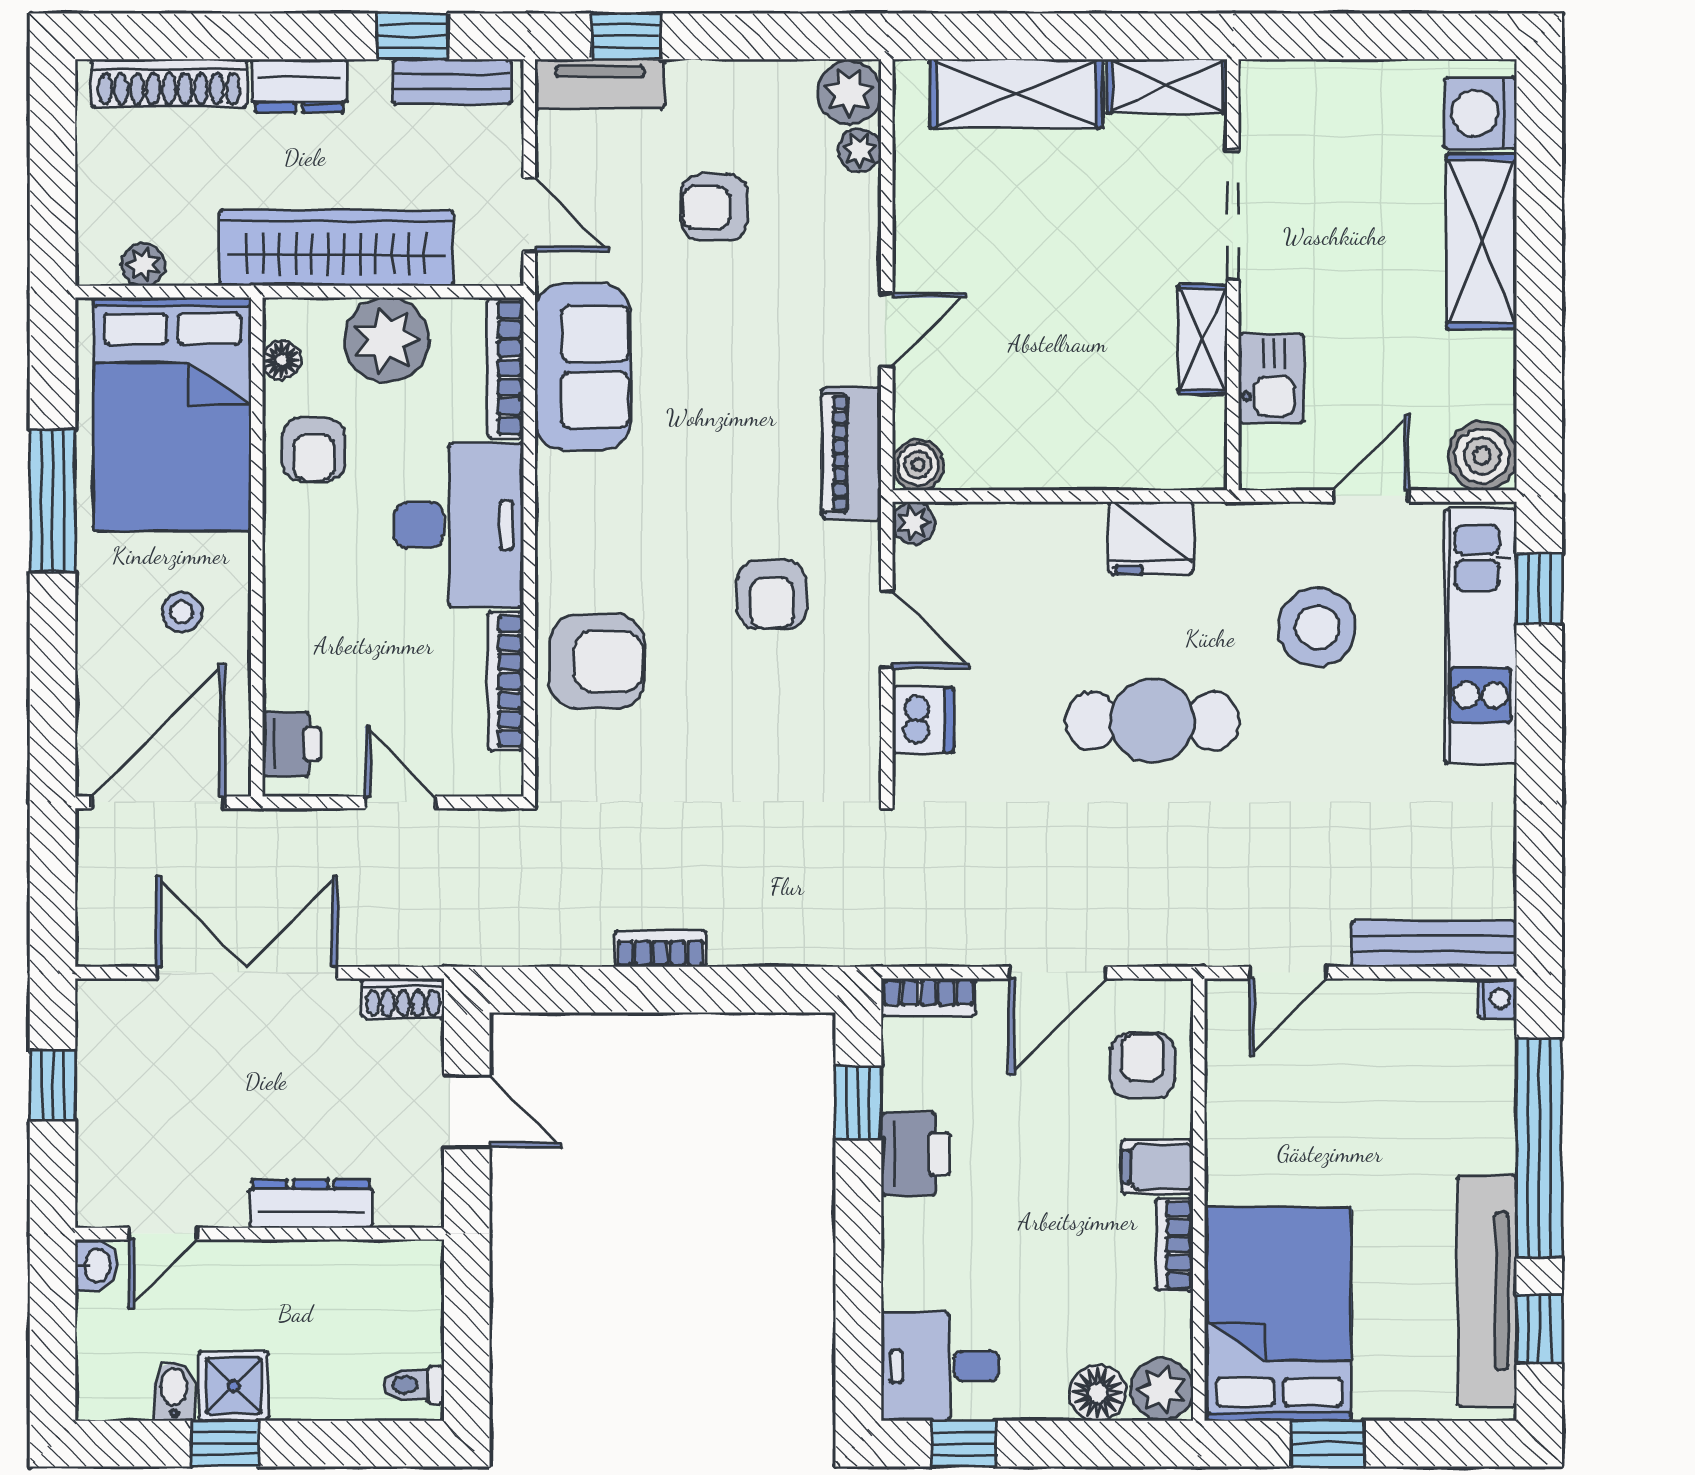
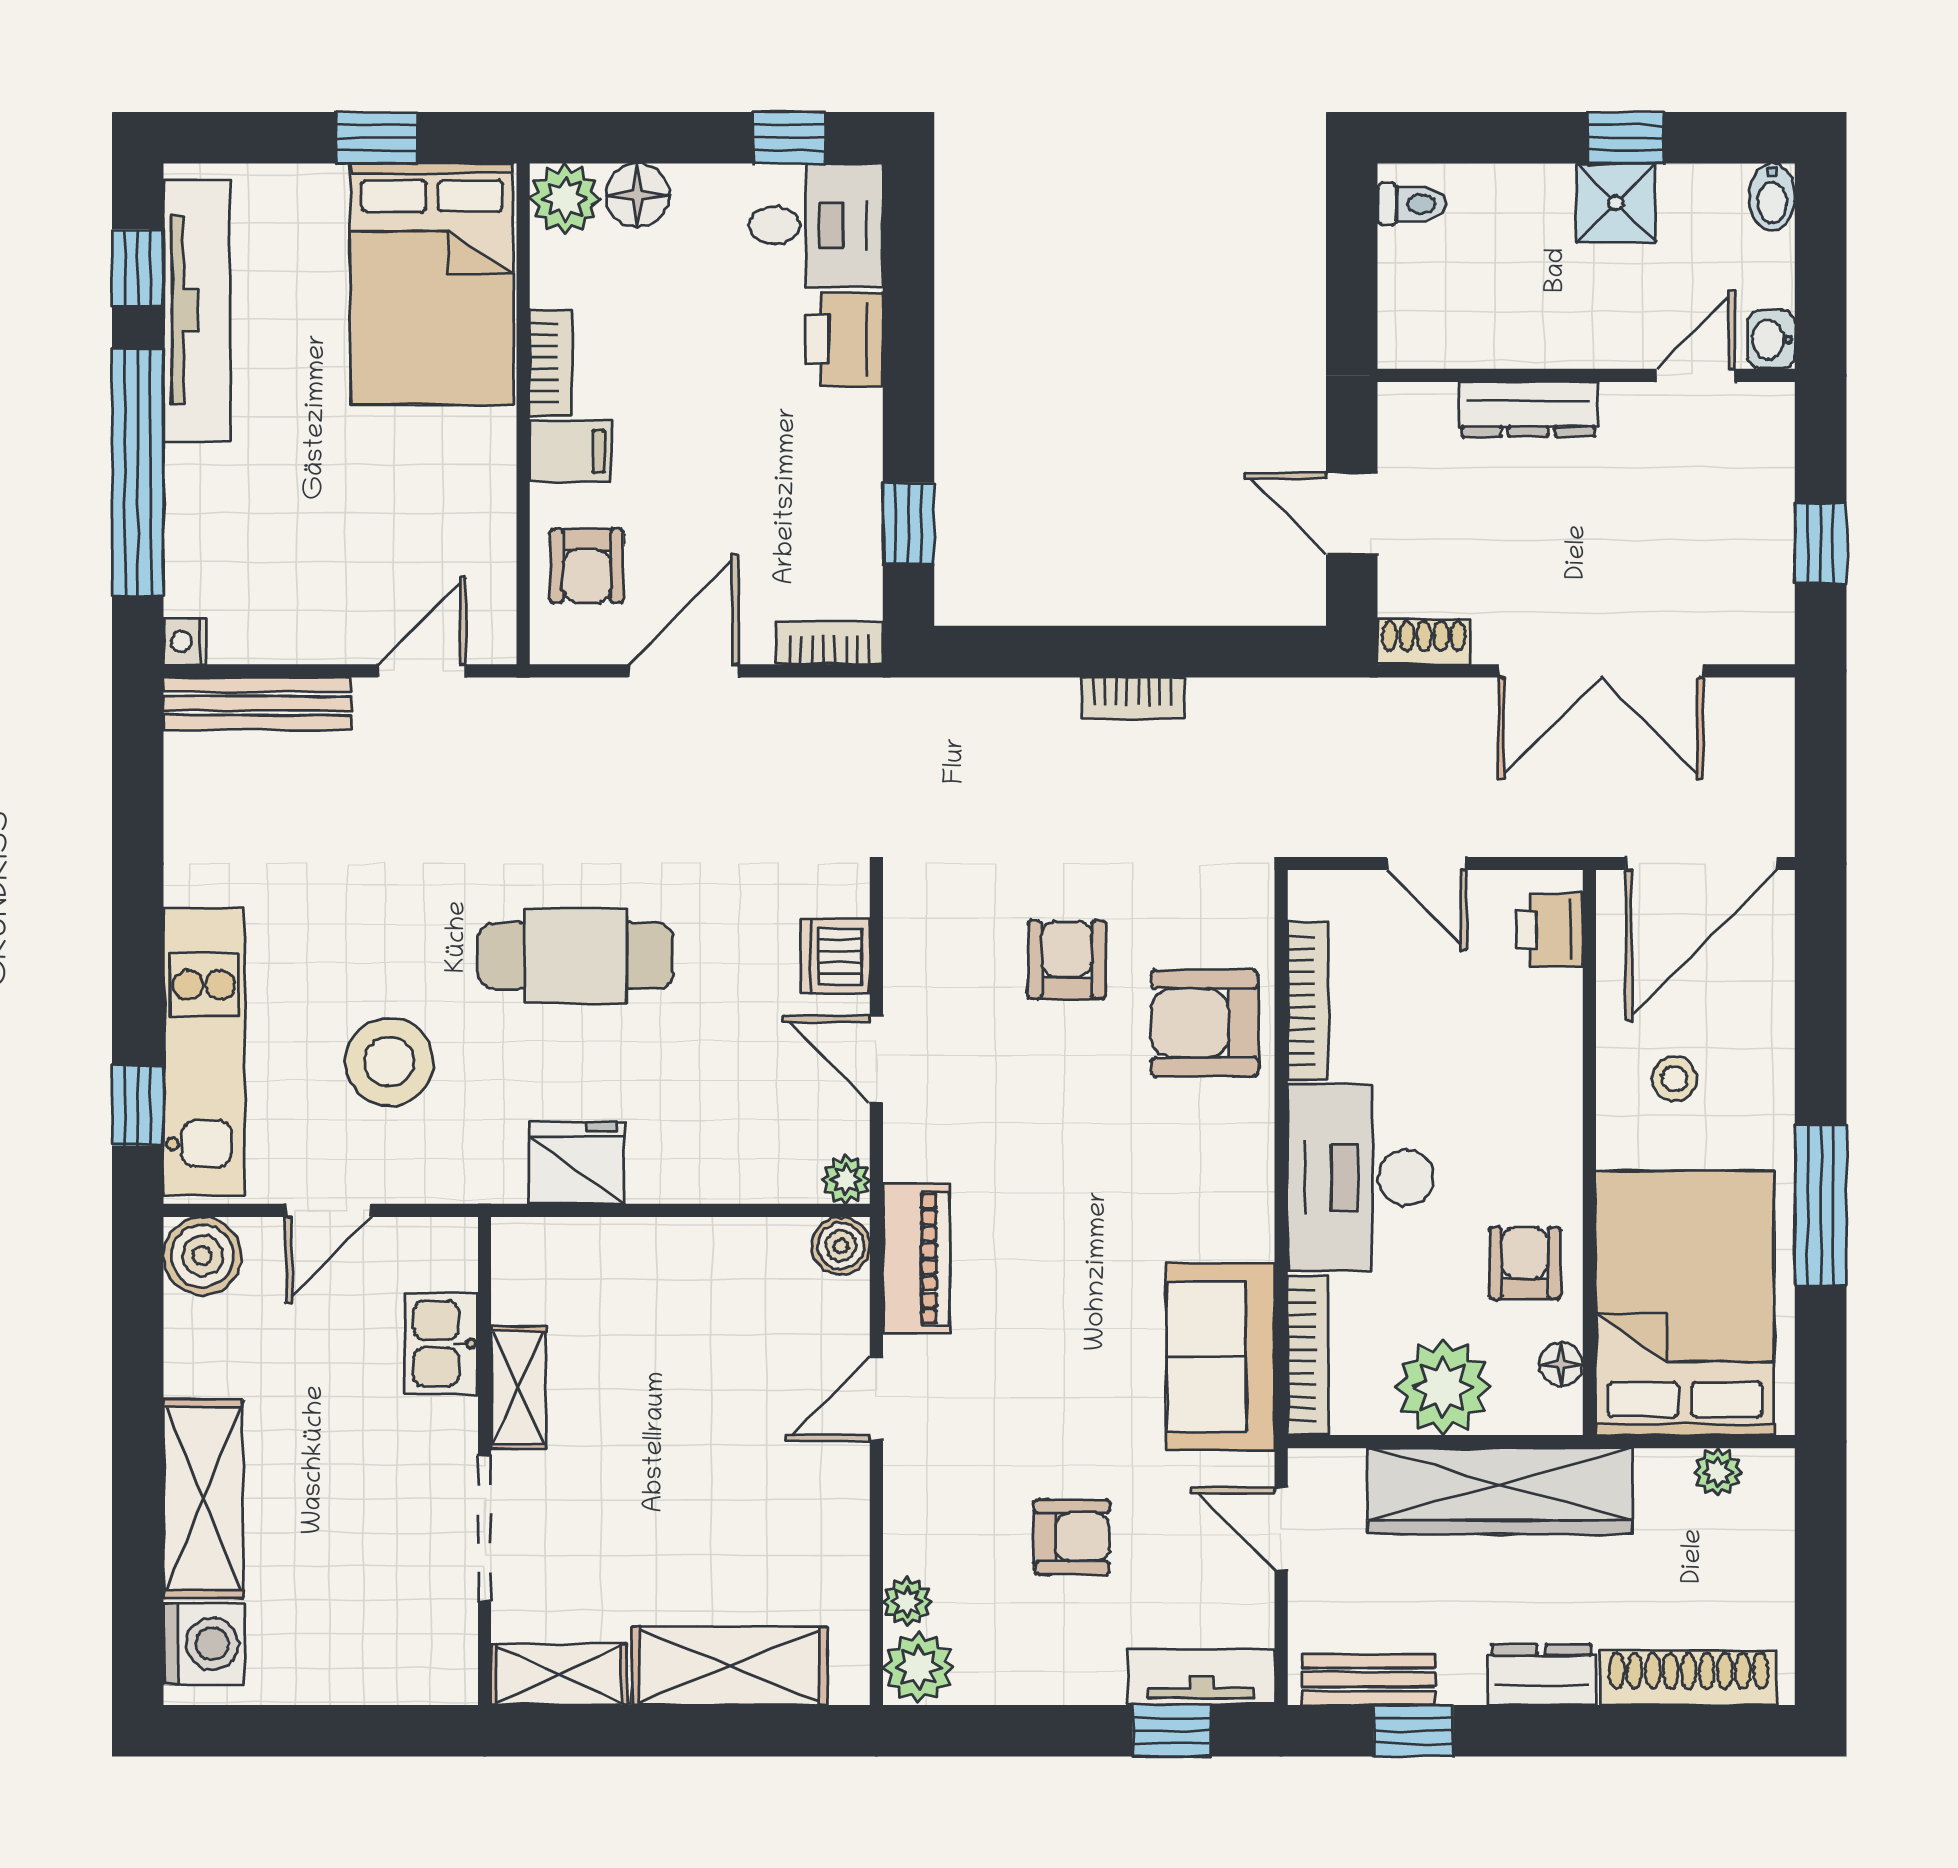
armchair: (772, 595) -> (1067, 960), moved
printer: (915, 1154) -> (844, 339), moved
bidet: (174, 1391) -> (1772, 197), moved

